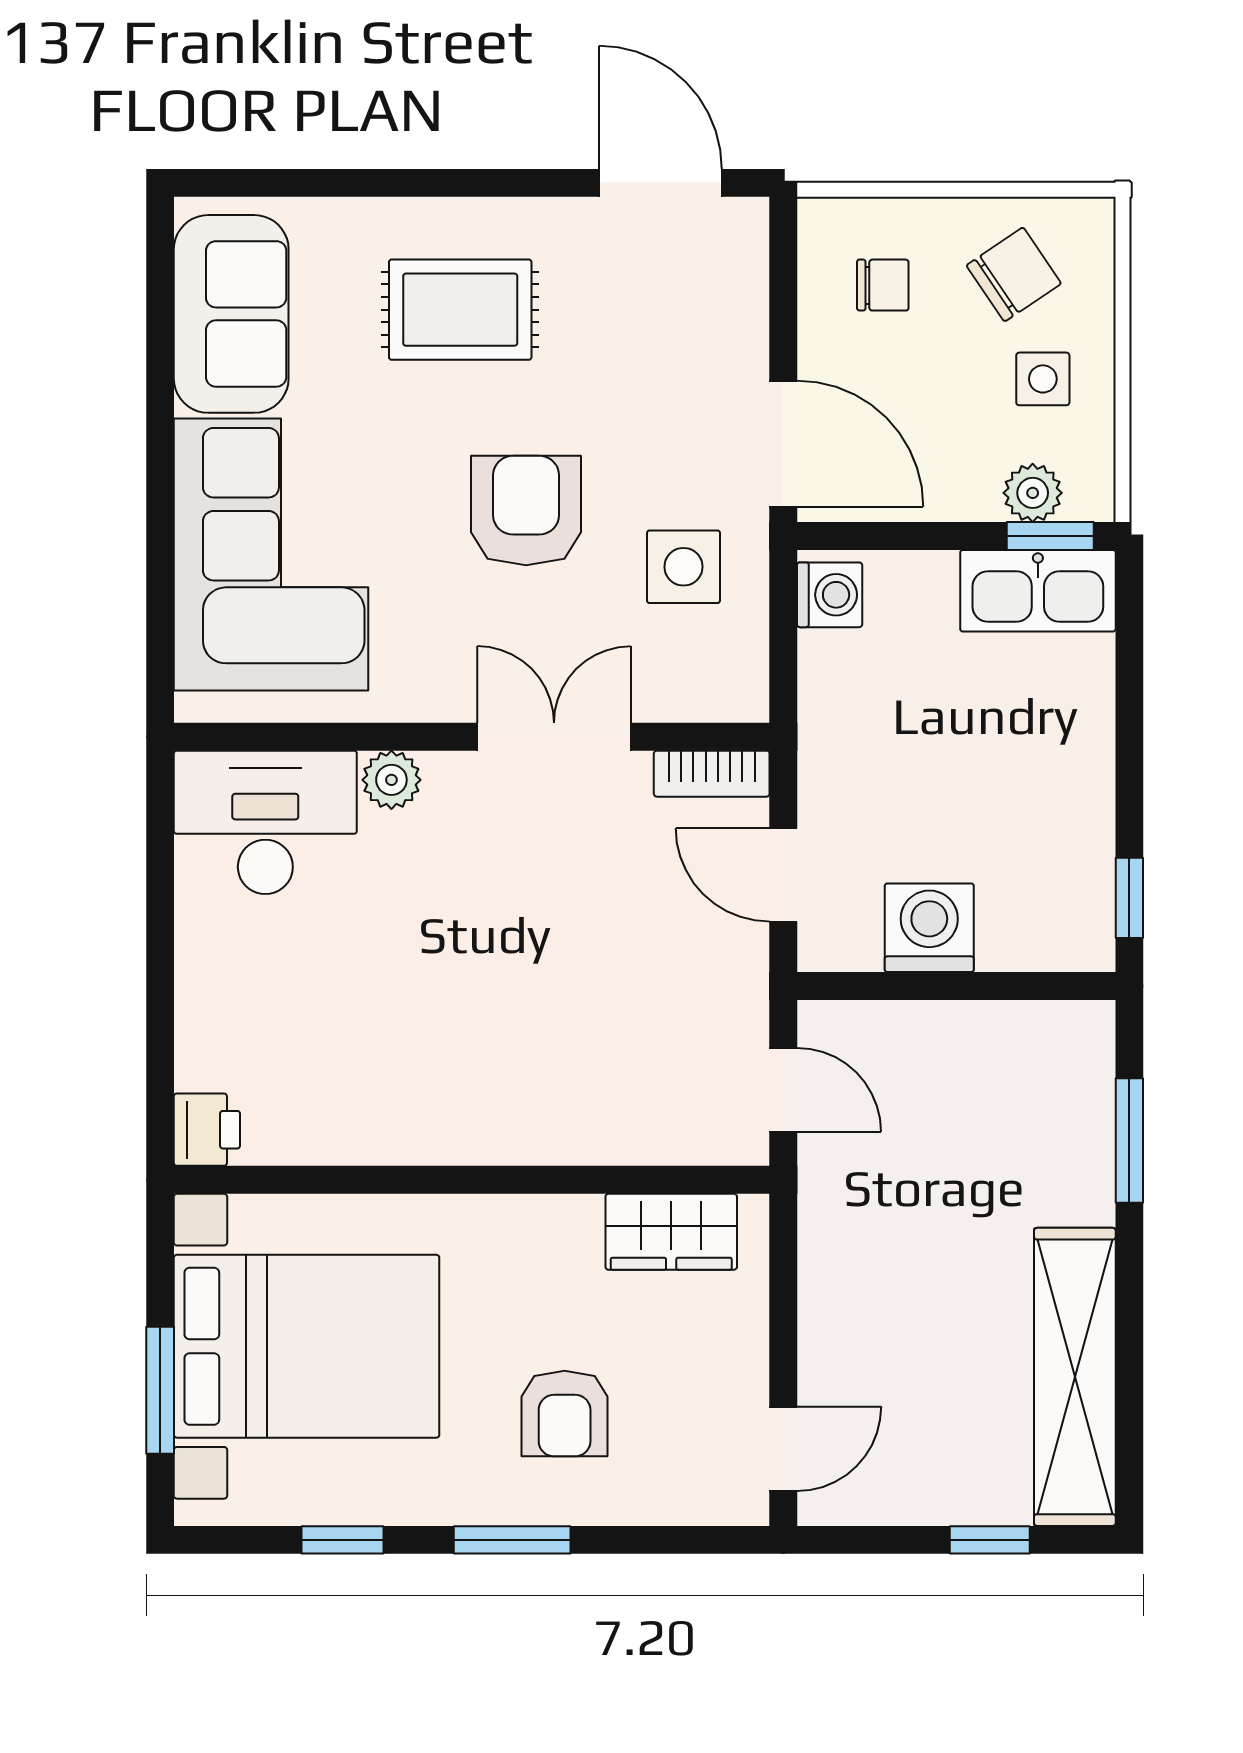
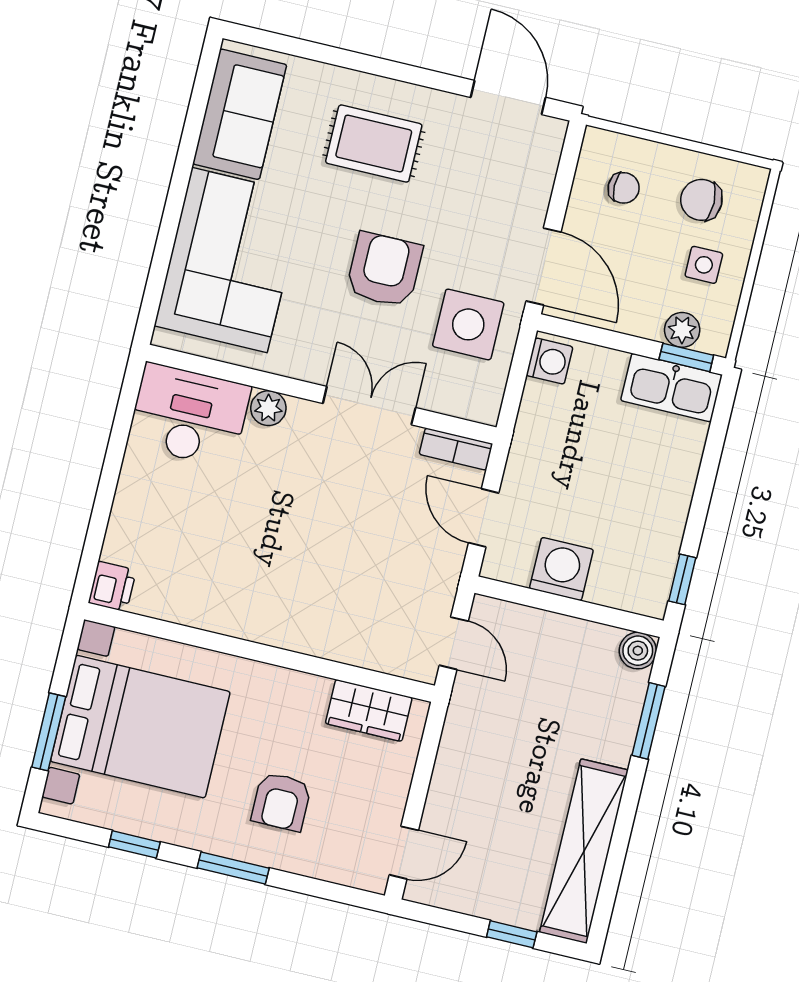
chair: (1014, 274) -> (701, 200), turned -146
side table: (684, 567) -> (468, 324), width x1.37, depth x1.37
boiler: (1085, 1031) -> (638, 651), added

